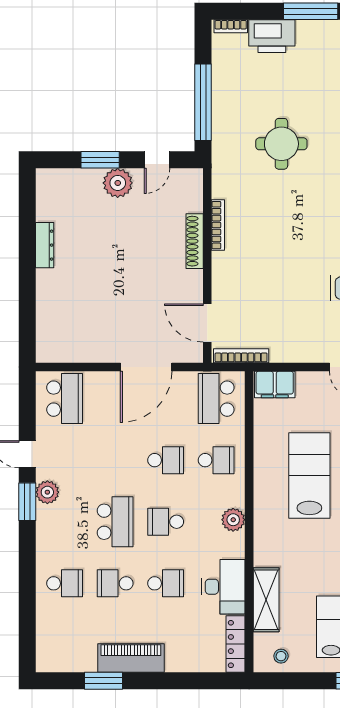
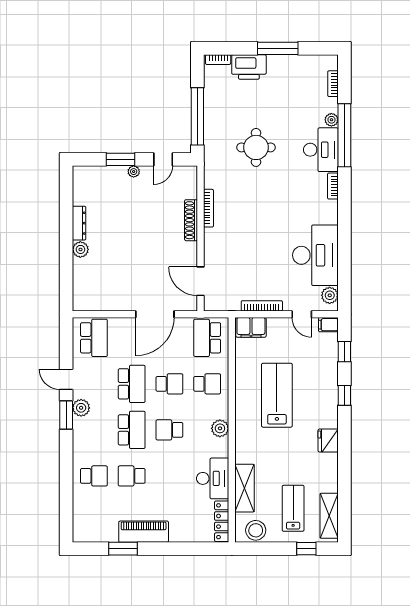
plant: (118, 183) -> (134, 172), width x0.53, depth x0.53
plant: (47, 280) -> (80, 249), added
bookcase: (241, 356) -> (262, 306), moved
school desk: (166, 583) -> (132, 384), moved, width x1.85
stool: (281, 656) -> (256, 530), width x1.89, depth x1.89

